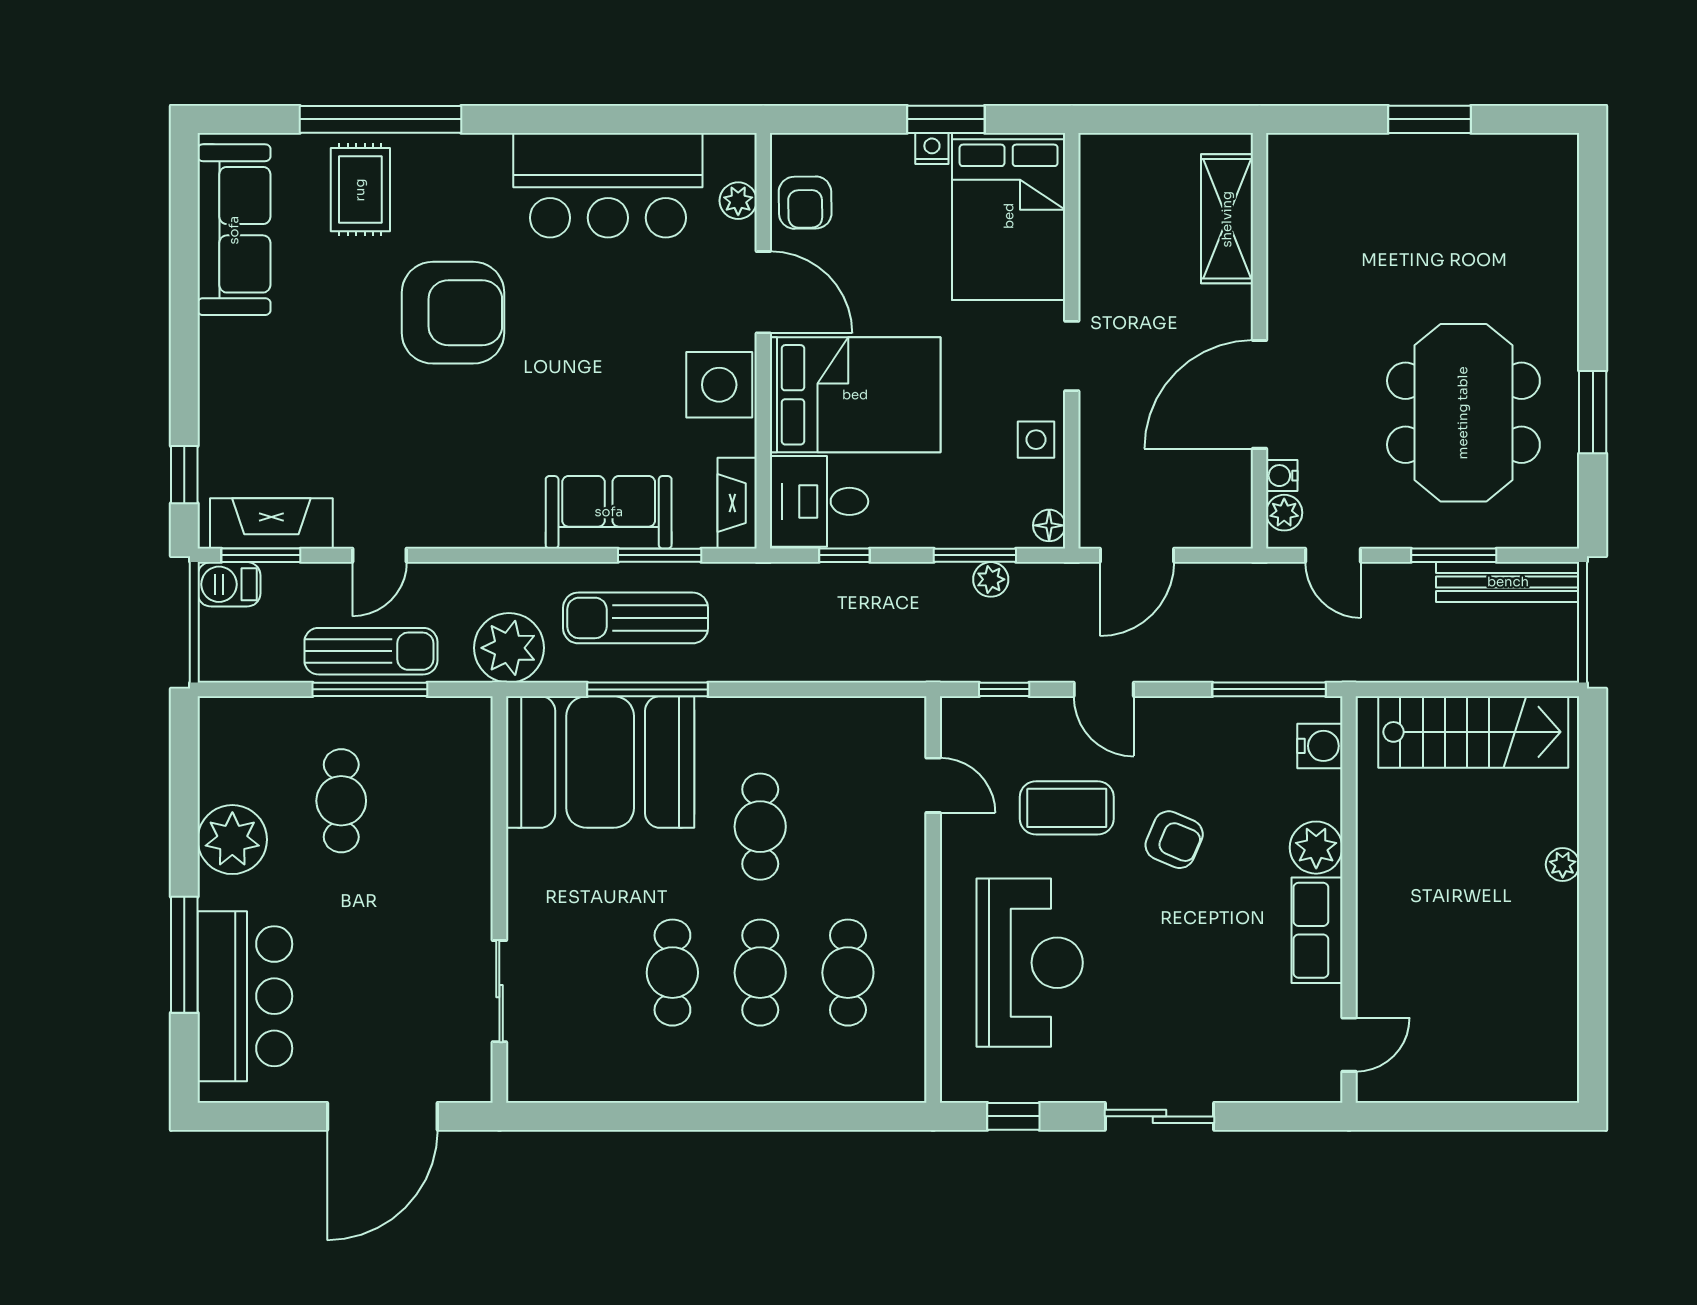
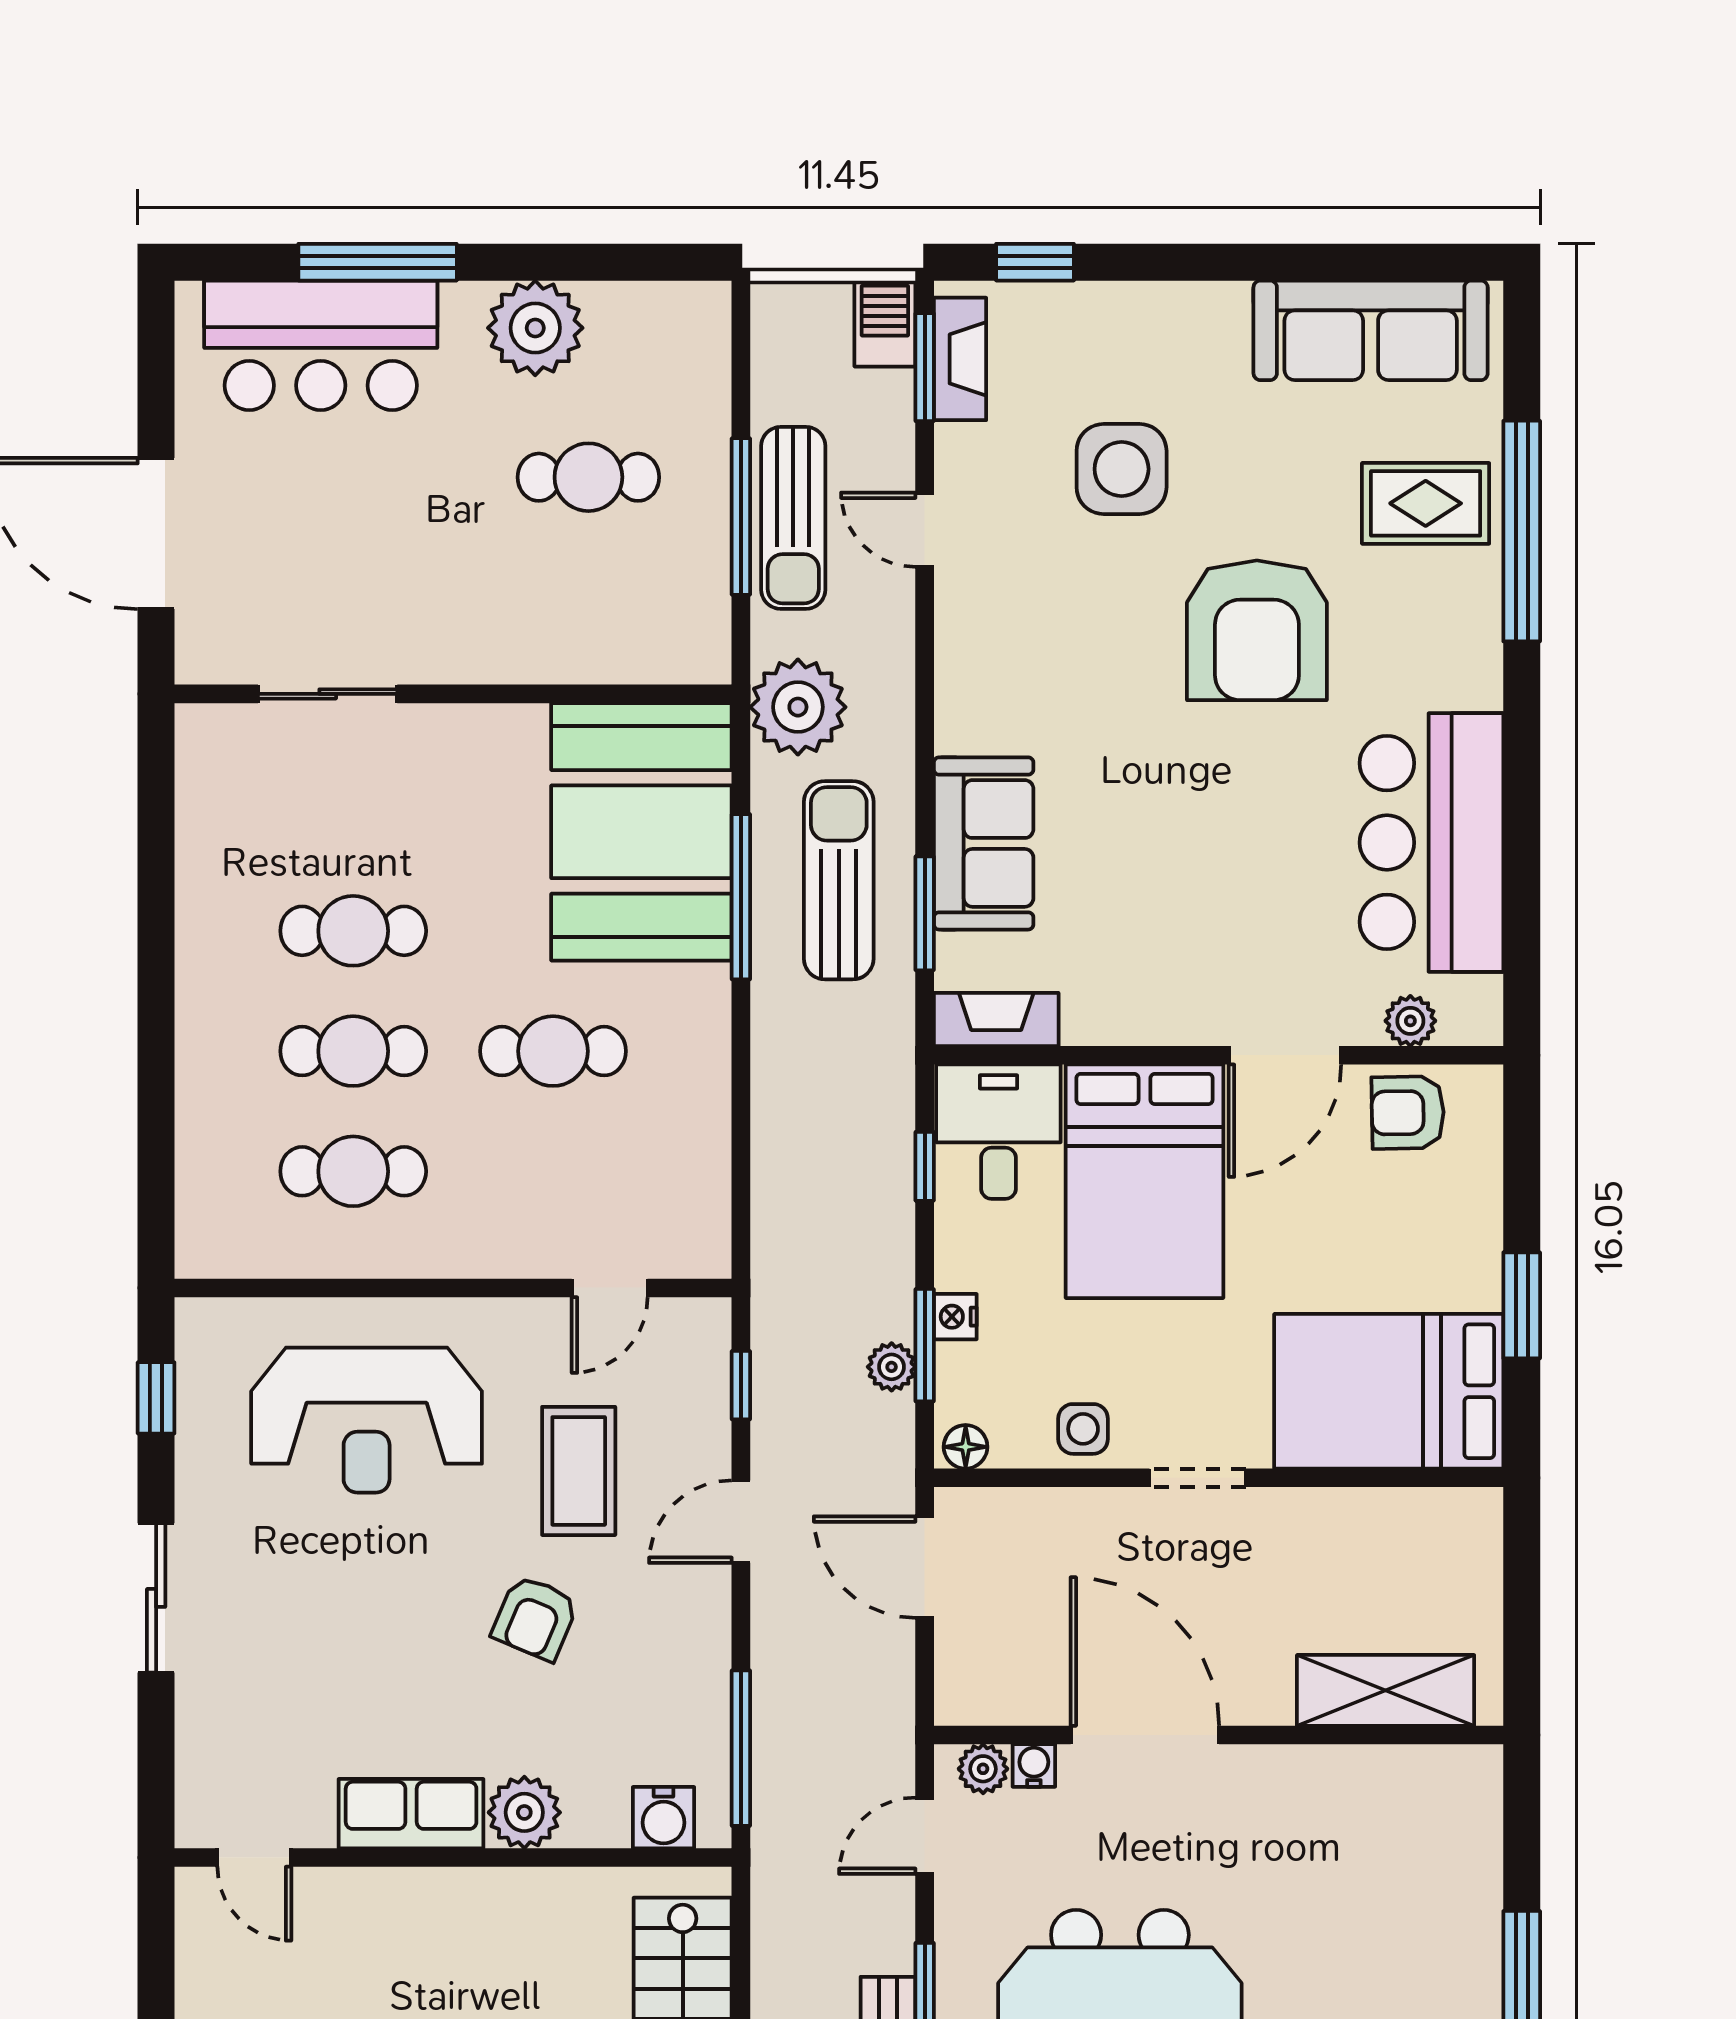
nightstand: (932, 148) -> (955, 1317), moved, turned 180
side table: (719, 385) -> (1122, 469), moved
fireplace: (271, 523) -> (960, 359), width x0.73, depth x0.76

